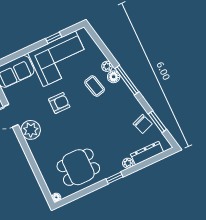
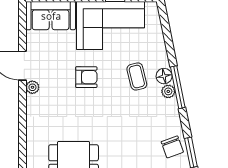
plant: (107, 66) -> (168, 91), moved
plant: (31, 130) -> (32, 87), width x0.53, depth x0.53

